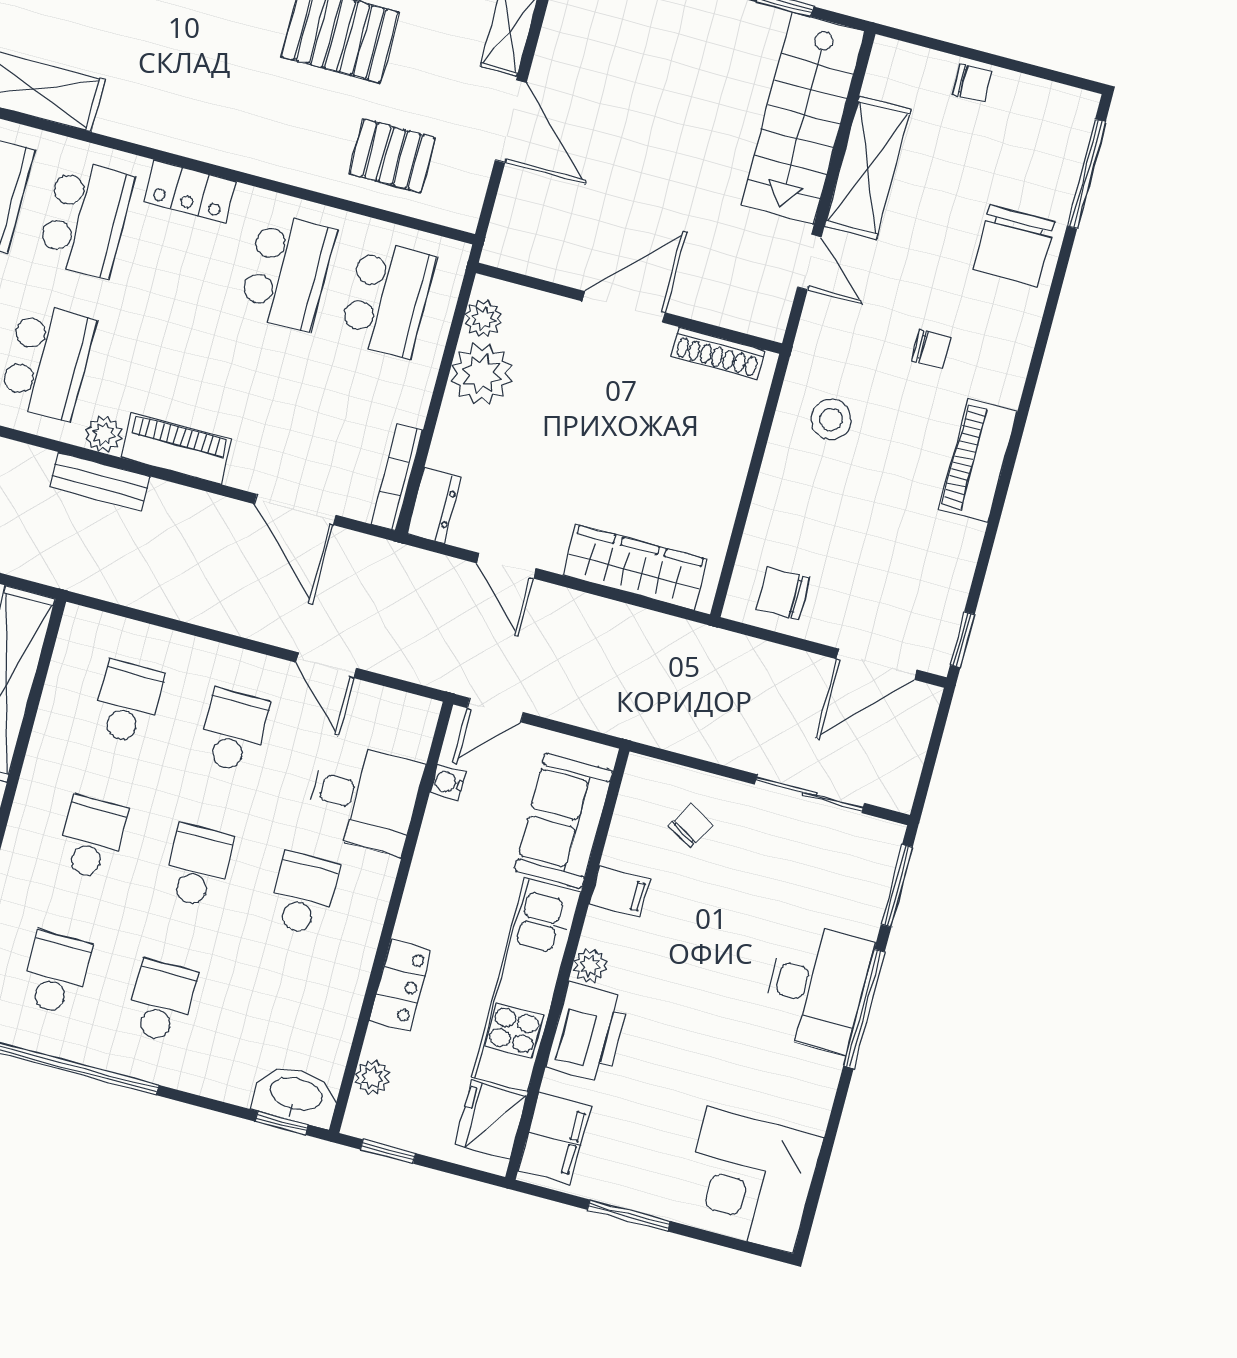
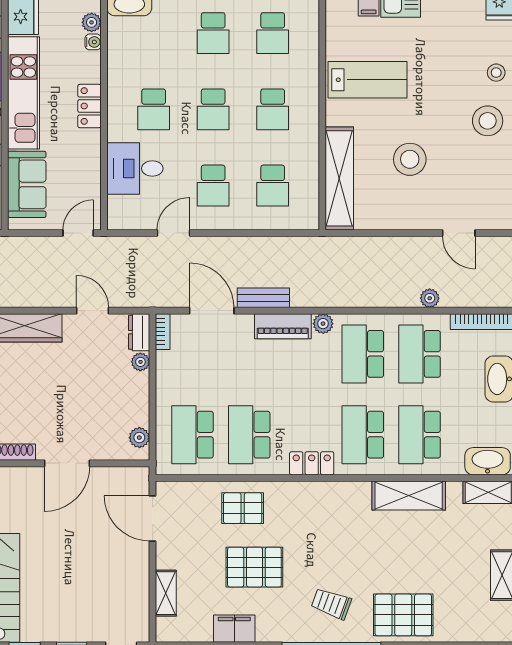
door: (511, 121) -> (153, 518), moved
pallet: (392, 156) -> (243, 508), moved
plant: (482, 374) -> (140, 362), moved, width x0.53, depth x0.53
bookcase: (397, 477) -> (163, 332), width x0.64
bench: (100, 482) -> (263, 298), moved
door: (326, 665) -> (173, 233), hinge flipped
water cooler: (448, 782) -> (93, 42), moved
locker: (401, 985) -> (89, 106), moved

